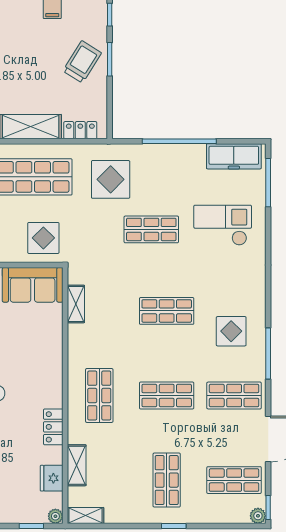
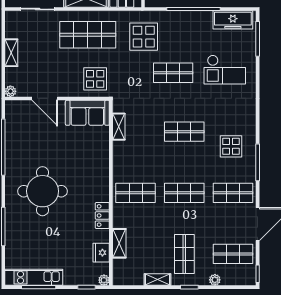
checkout: (223, 225) -> (225, 70), turned 180
shop shelf: (99, 395) -> (136, 193), turned 90
shelving: (86, 516) -> (157, 280), moved
plant: (258, 516) -> (215, 280), moved

